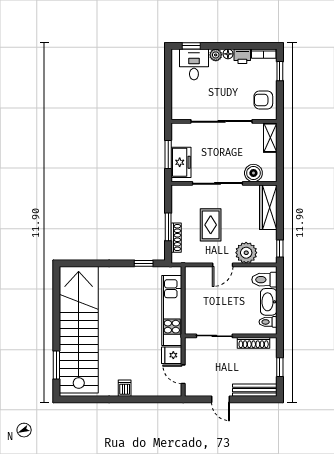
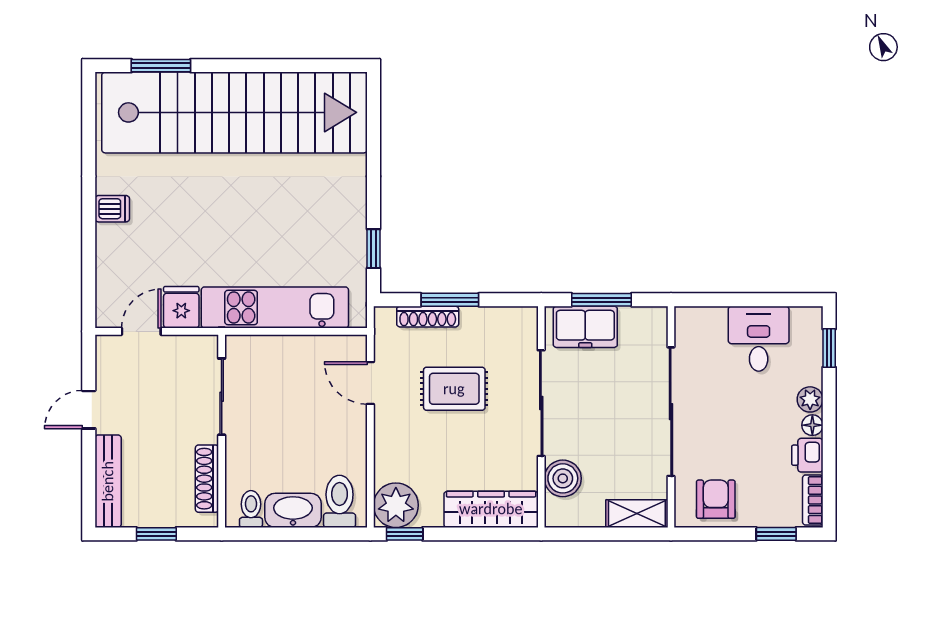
desk: (194, 64) -> (759, 339), moved, turned -90
plant: (246, 253) -> (396, 505), moved
door: (223, 265) -> (370, 383), moved

